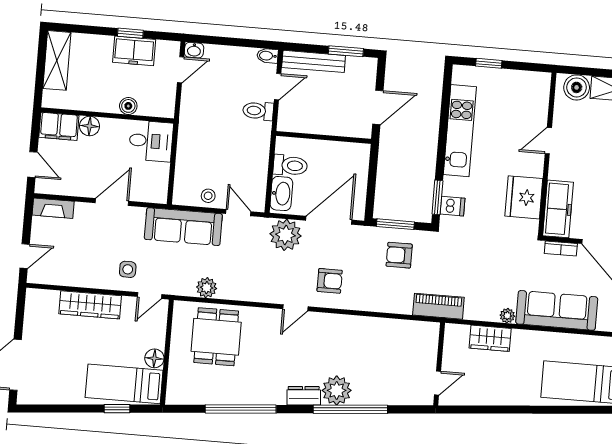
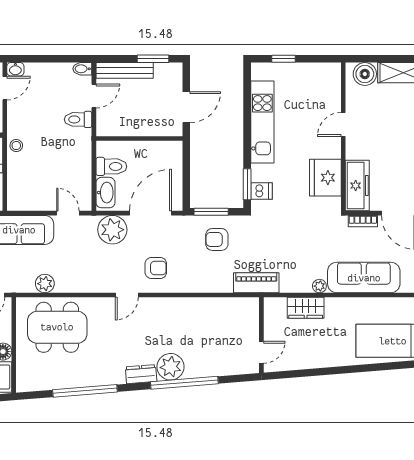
stool: (208, 196) -> (16, 146), moved
dining table: (216, 337) -> (57, 327), width x1.38

